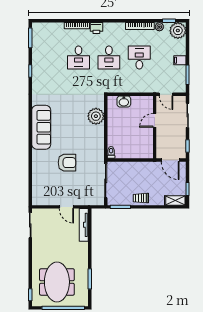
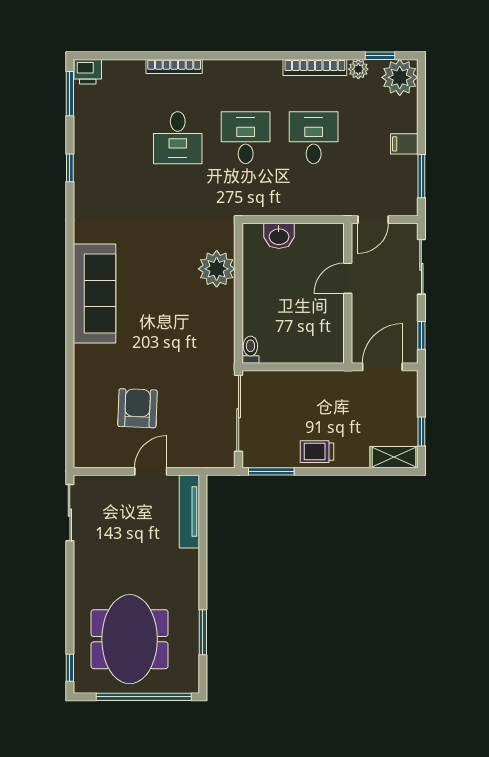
printer: (96, 28) -> (88, 72), moved
desk: (109, 57) -> (246, 138), turned 180
door: (166, 94) -> (373, 220), hinge flipped
door: (170, 160) -> (382, 367), swing flipped
armchair: (67, 163) -> (138, 408), moved, turned -88
door: (66, 207) -> (151, 471), swing flipped

